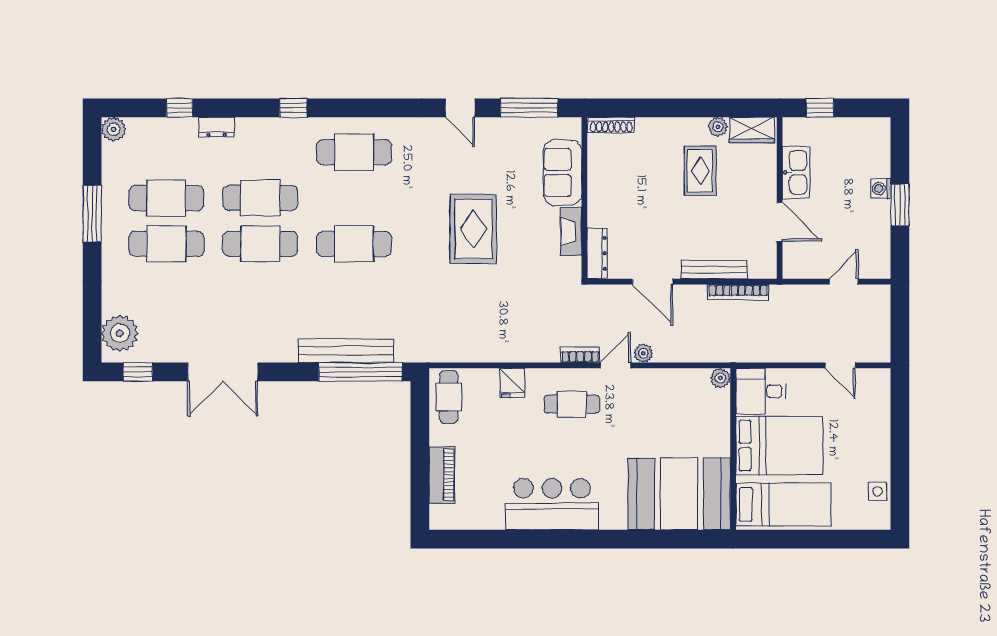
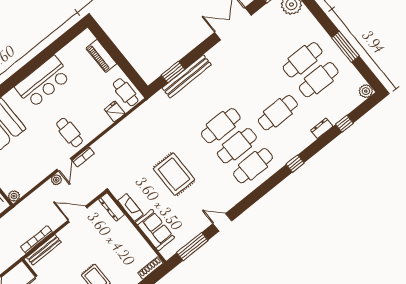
cafe table: (260, 244) -> (237, 146), moved
bench: (714, 270) -> (44, 250), moved
window: (360, 372) -> (173, 72), width x0.47
fridge: (512, 383) -> (115, 111), moved
cafe table: (572, 404) -> (70, 133), turned 90

